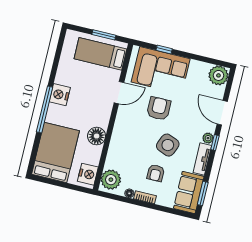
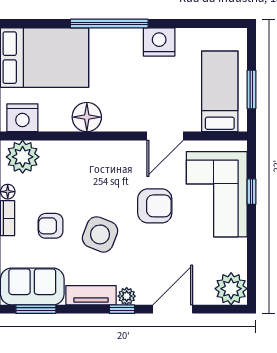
door: (119, 93) -> (165, 136), hinge flipped
nightstand: (60, 95) -> (159, 42), moved

